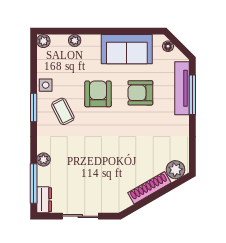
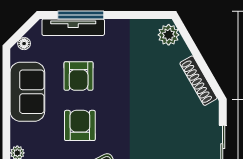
armchair: (98, 94) -> (80, 125), turned 90
shoe rack: (149, 188) -> (198, 81), moved

